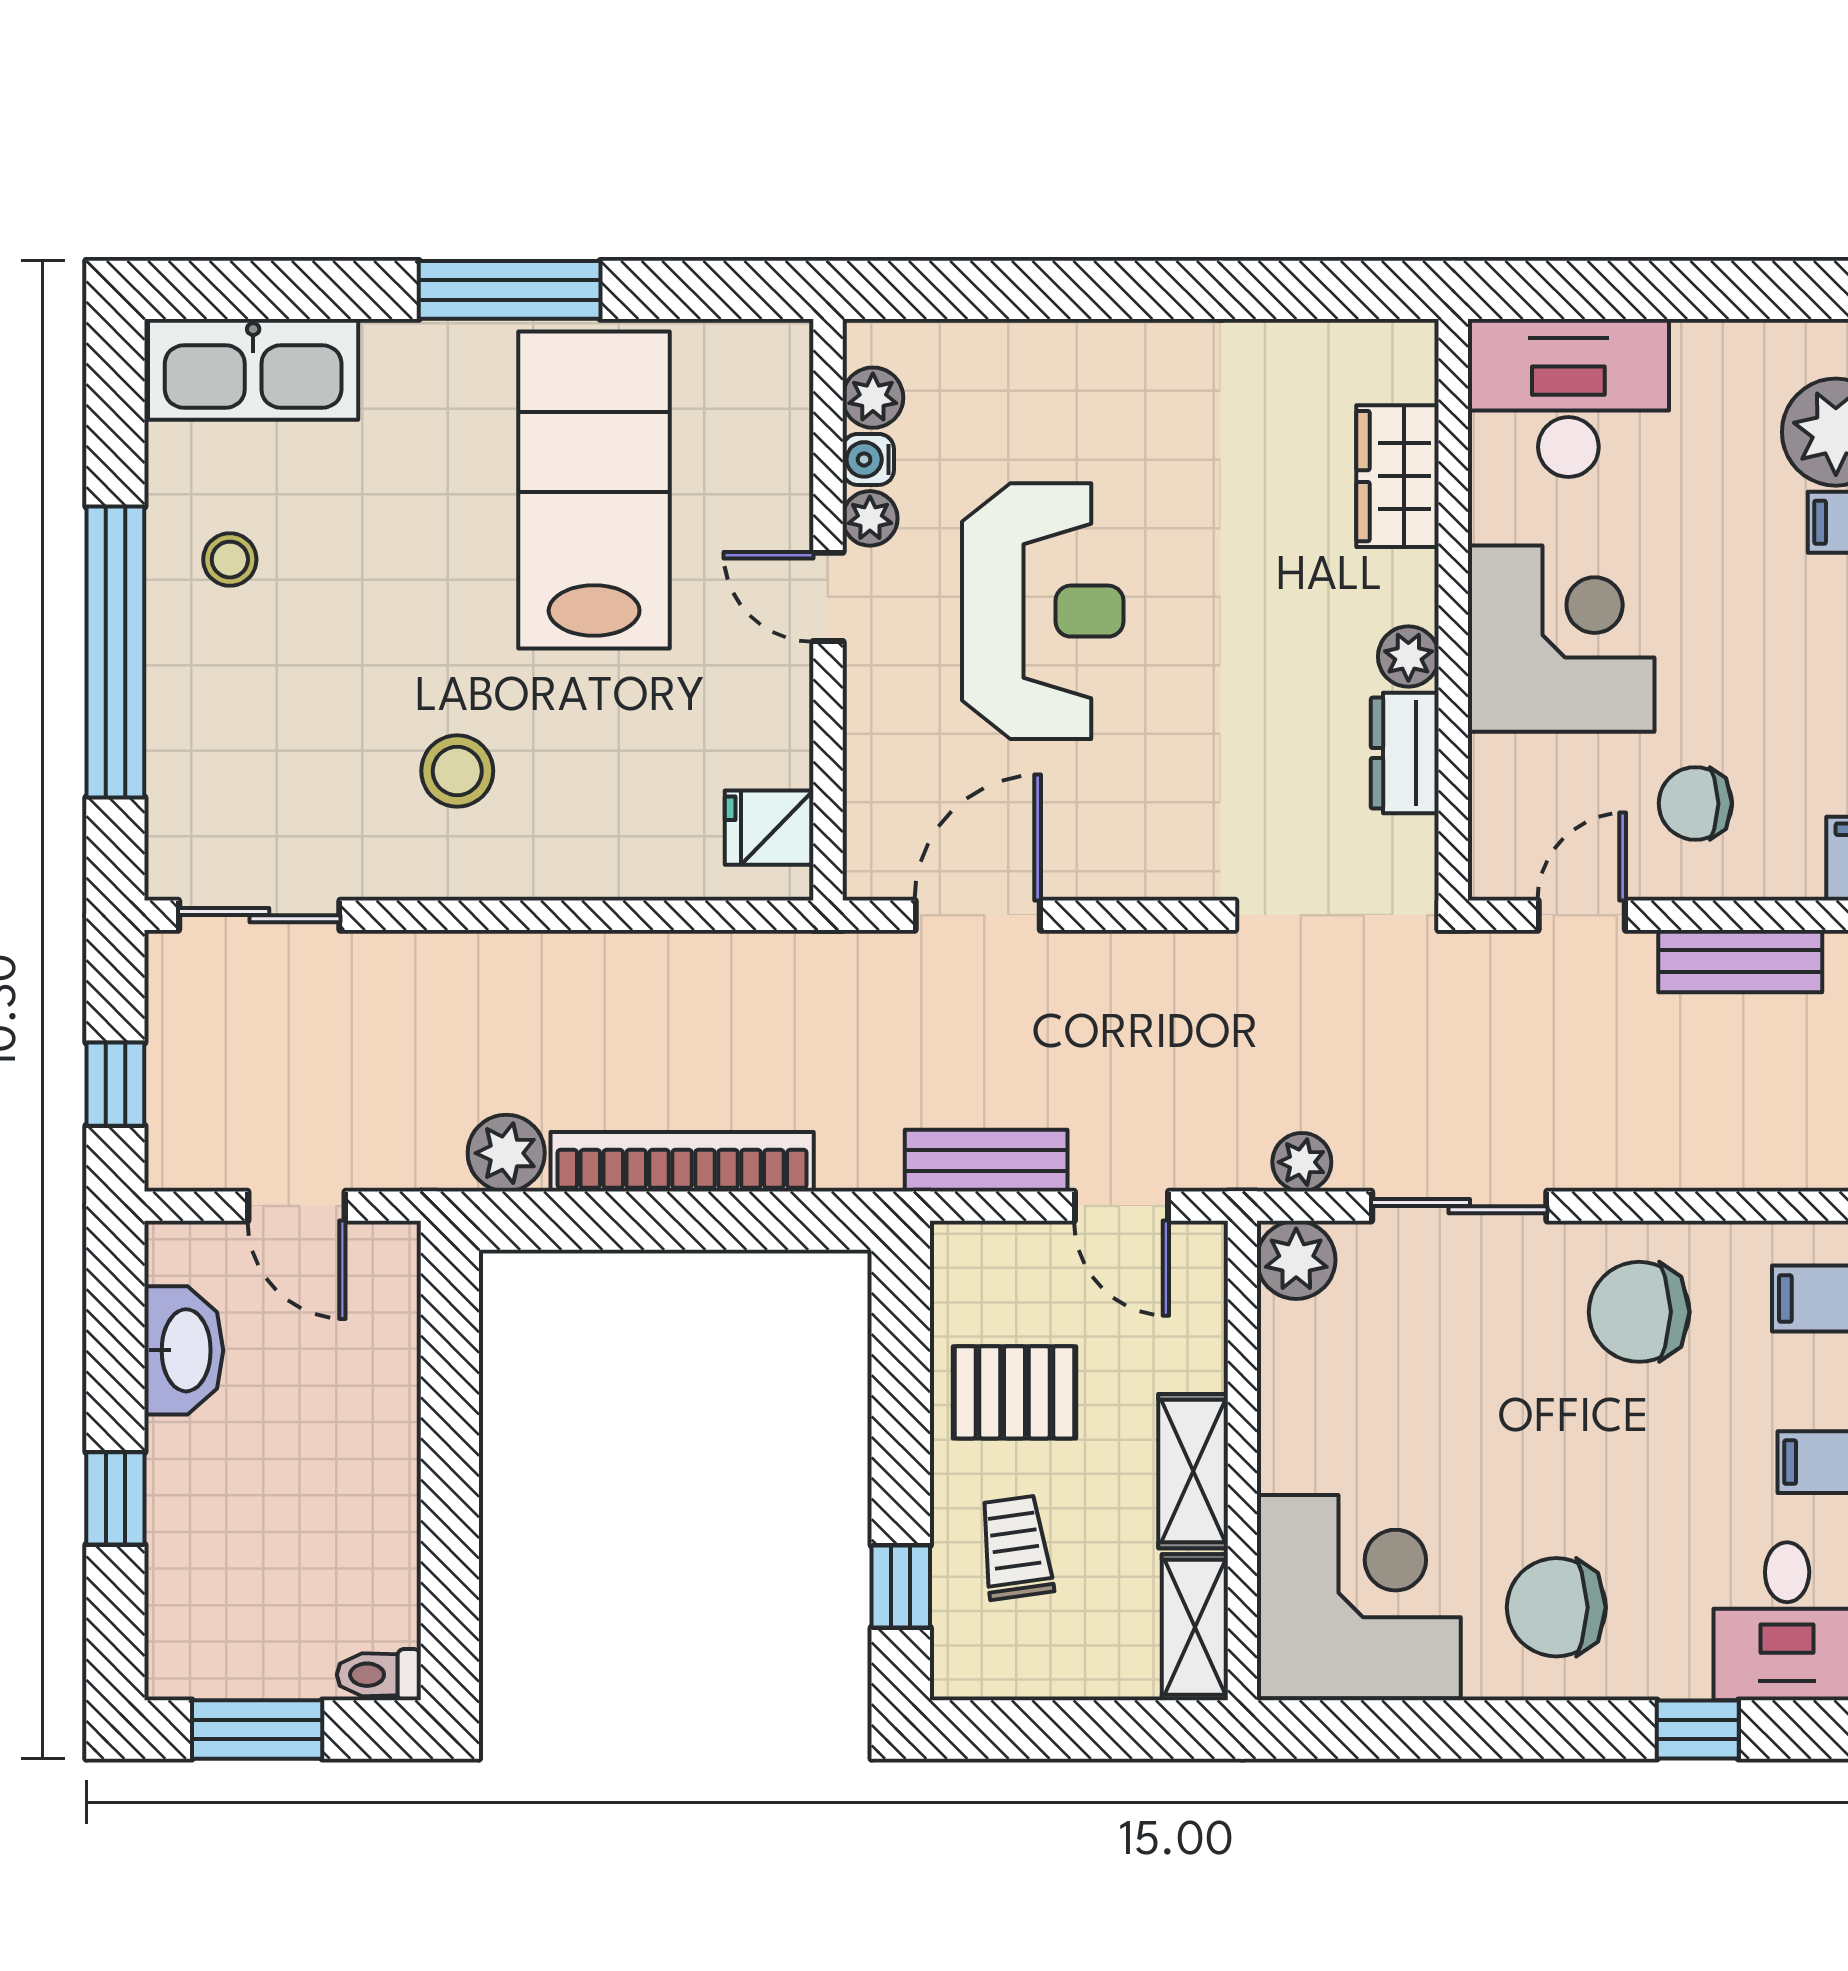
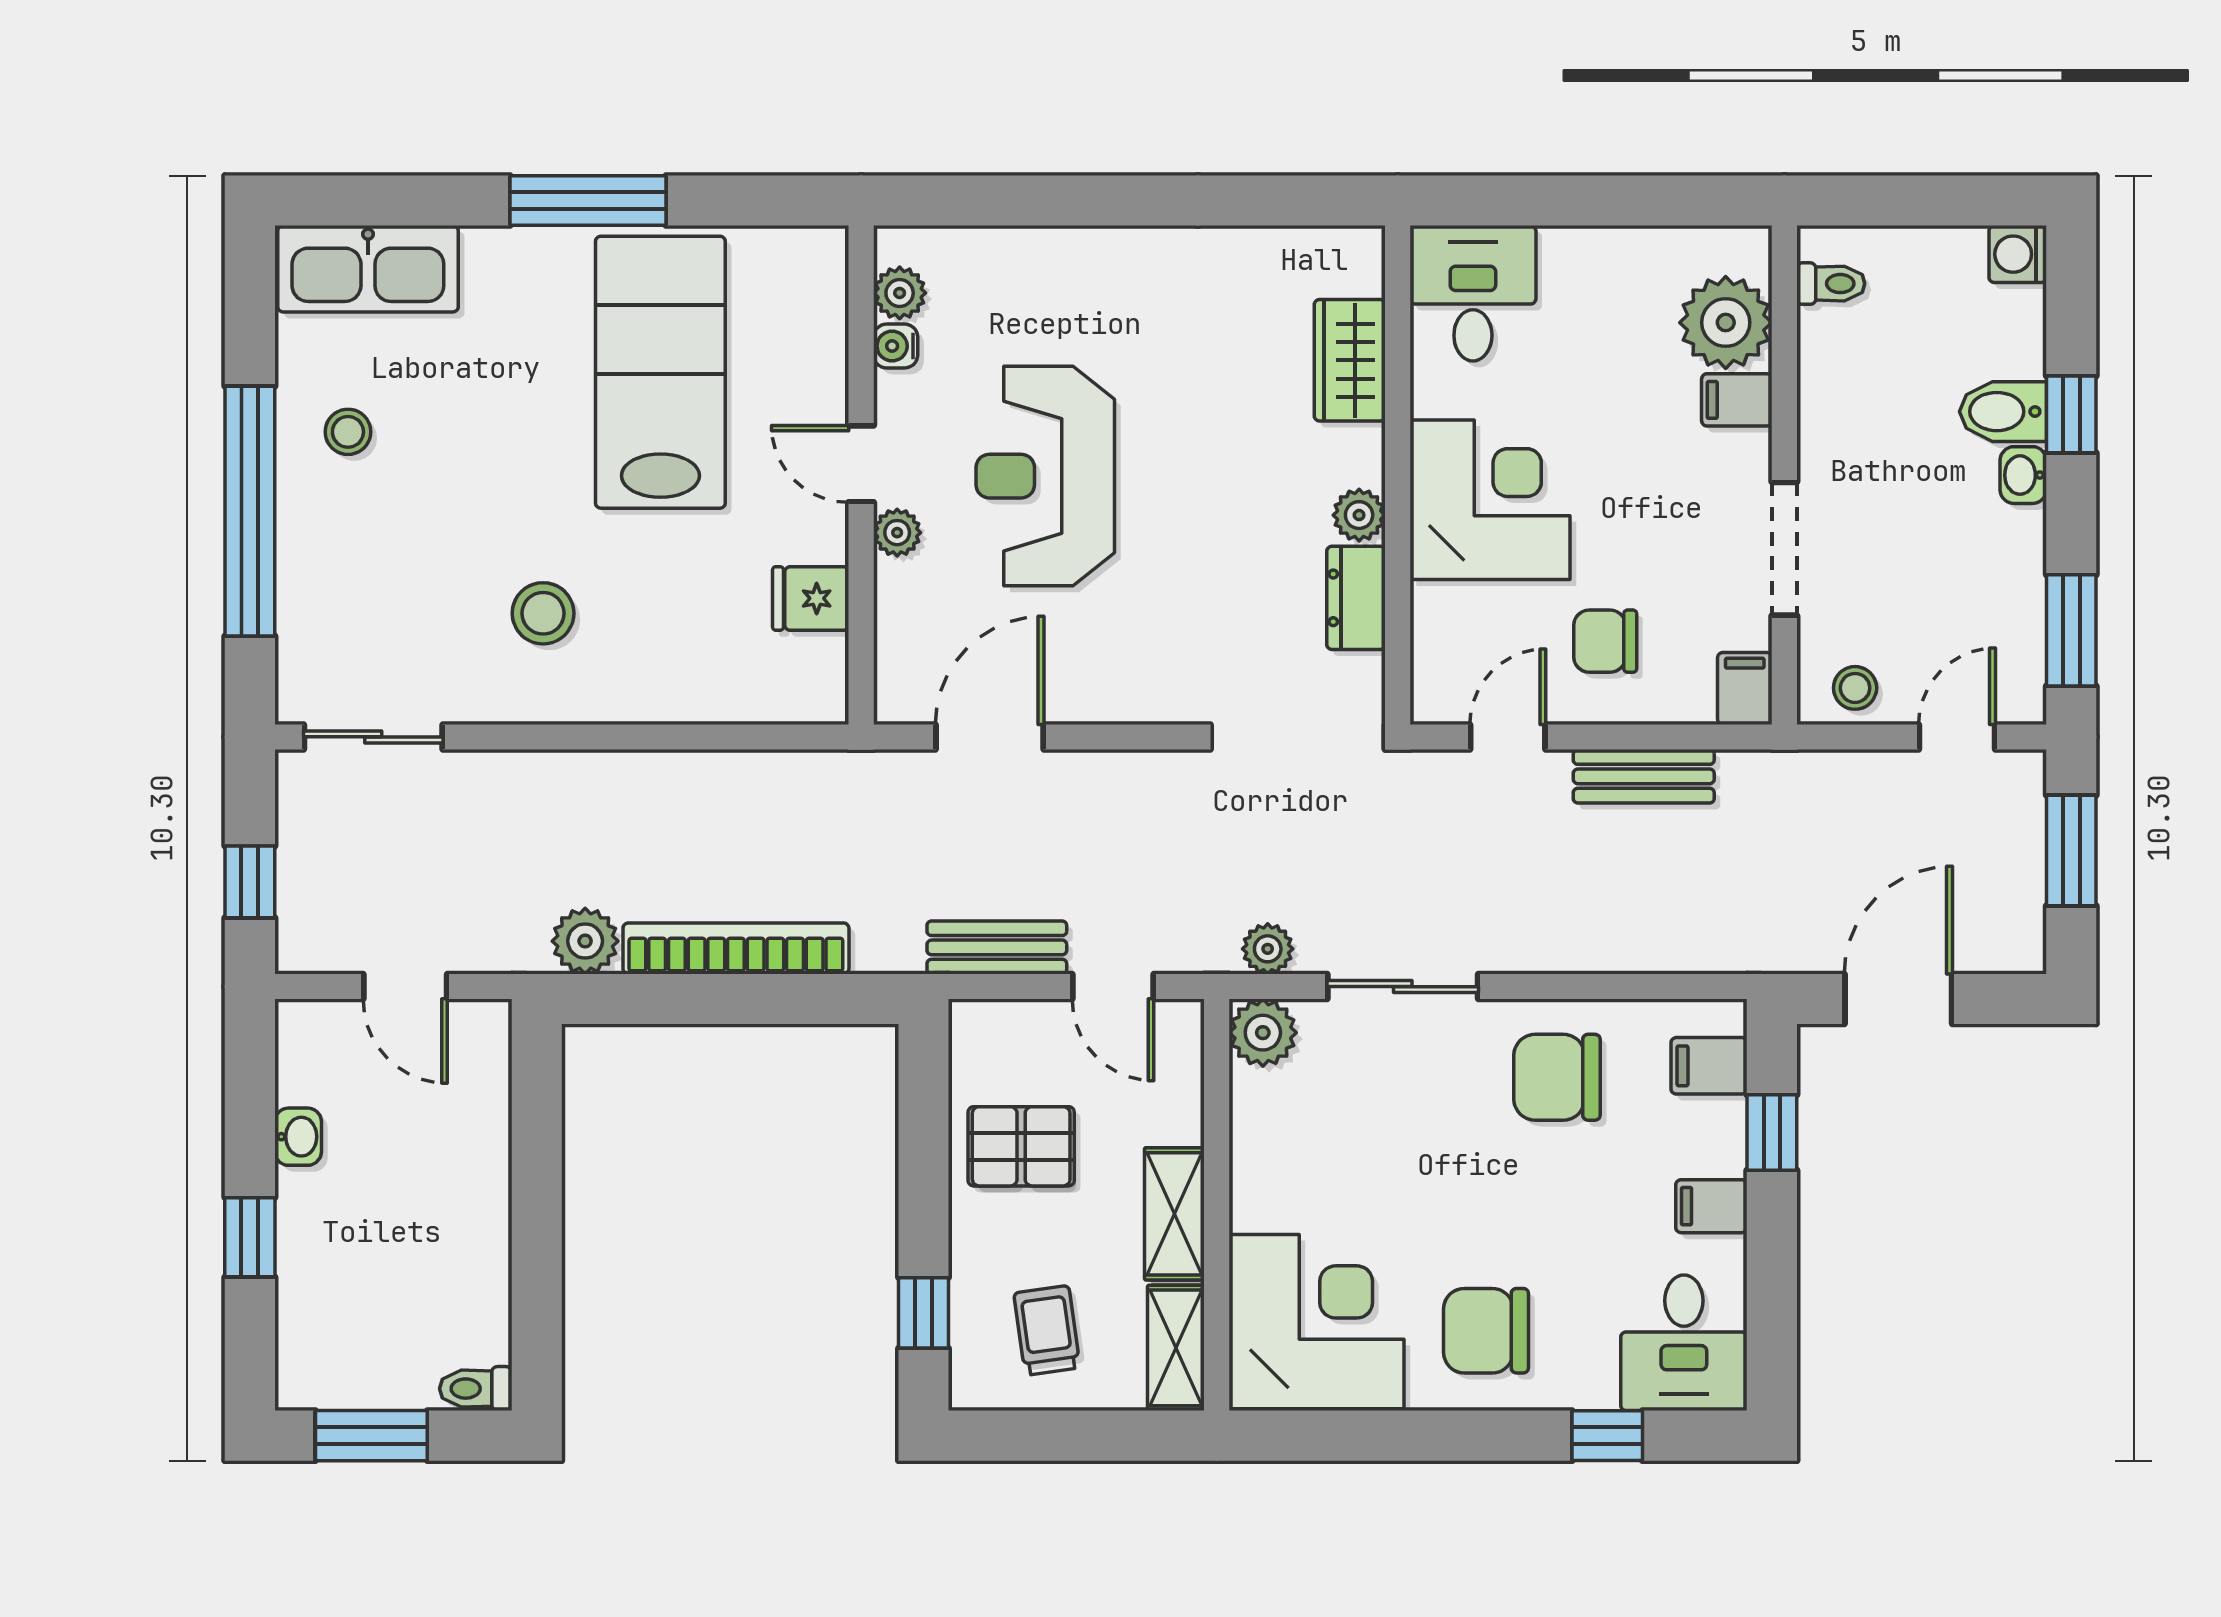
desk: (1568, 398) -> (1473, 293), width x0.73
plant: (870, 518) -> (897, 533), moved
reception desk: (1043, 611) -> (1045, 476), turned 180
fridge: (769, 828) -> (811, 598), moved
washbasin: (184, 1350) -> (298, 1137), width x0.52, depth x0.69
trolley: (1016, 1548) -> (1047, 1330), moved

